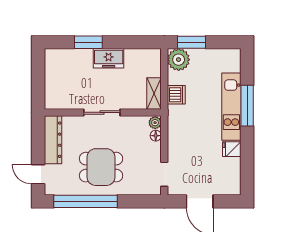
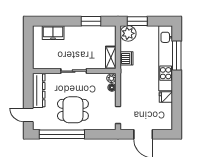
window: (88, 42) -> (91, 21), moved
freezer: (109, 58) -> (53, 33), moved
window: (247, 106) -> (177, 55), moved
kitchen unit: (231, 107) -> (166, 58), width x1.36

